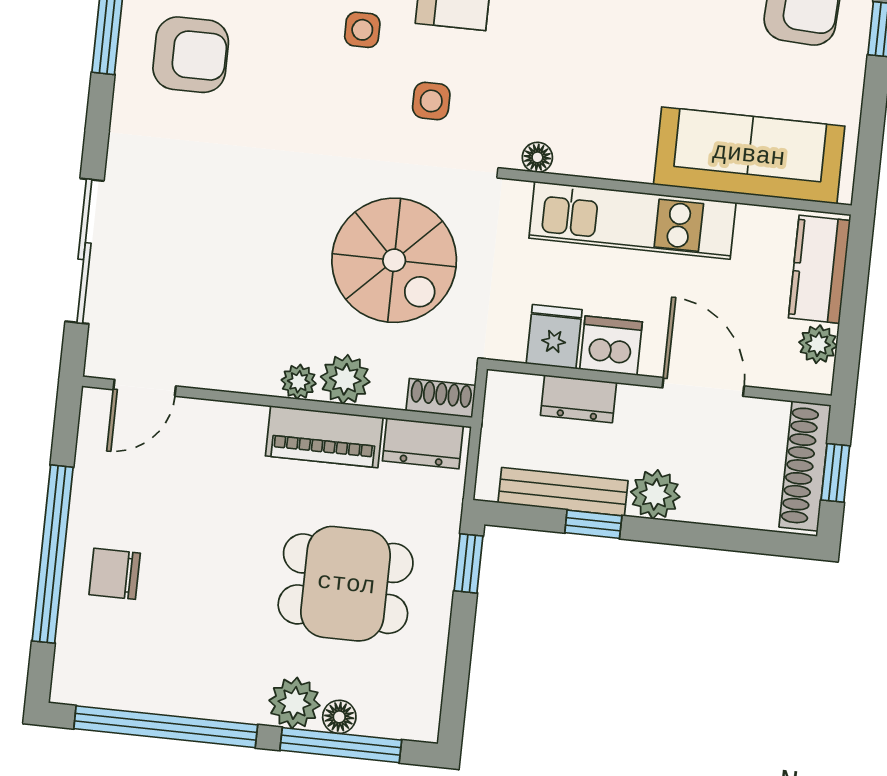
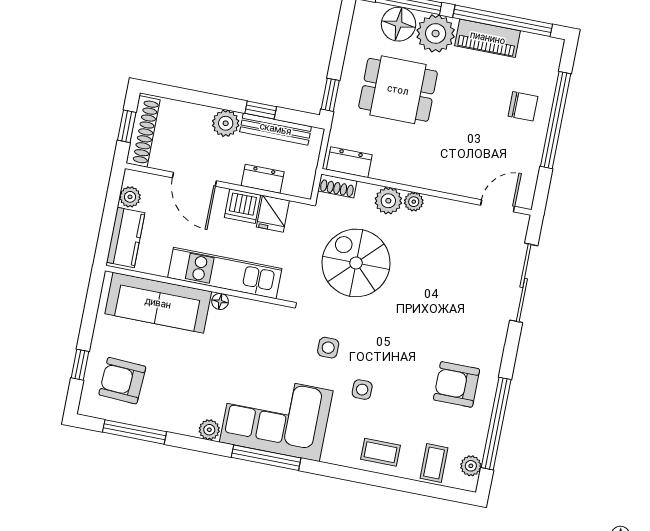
floor lamp: (537, 157) -> (220, 301), moved
piano: (324, 437) -> (488, 38), moved, turned 180
plant: (294, 703) -> (436, 33), width x1.36, depth x1.36
floor lamp: (339, 717) -> (399, 24), width x1.89, depth x1.89

